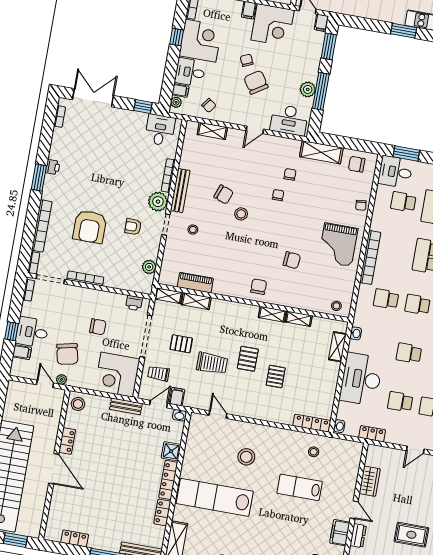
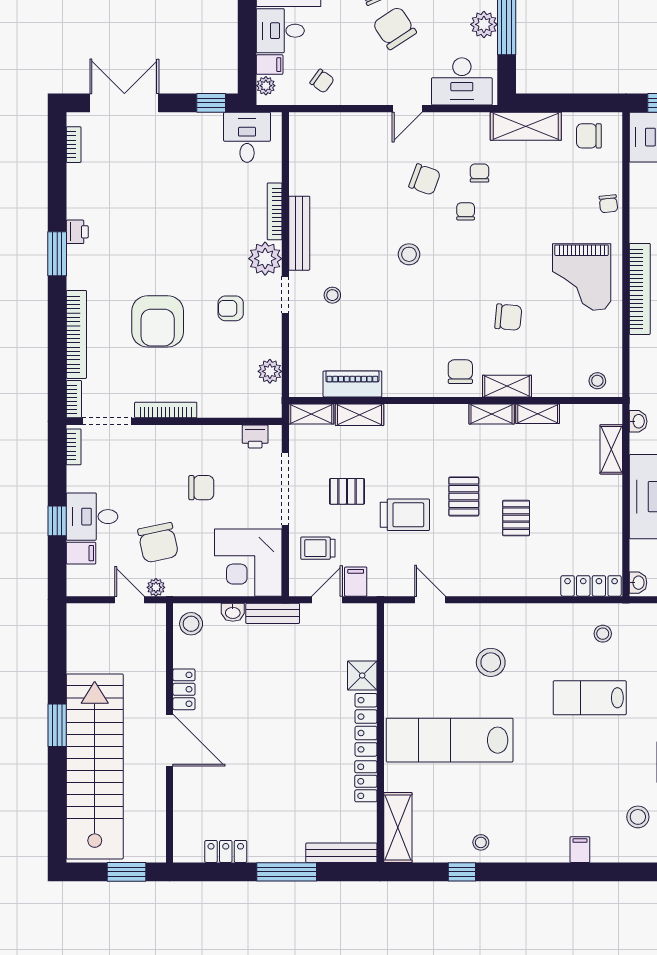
shelving: (212, 131) -> (507, 386), moved
chair: (224, 194) -> (425, 179), moved
washbasin: (179, 415) -> (233, 612), moved

